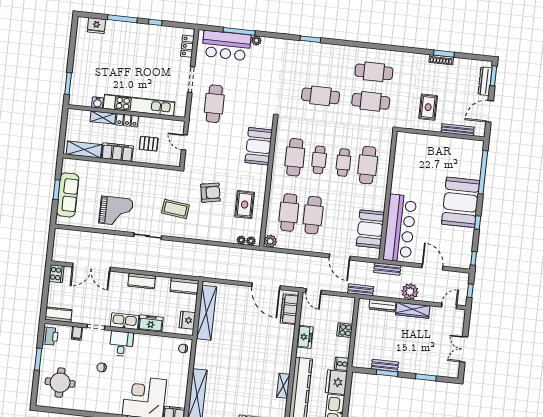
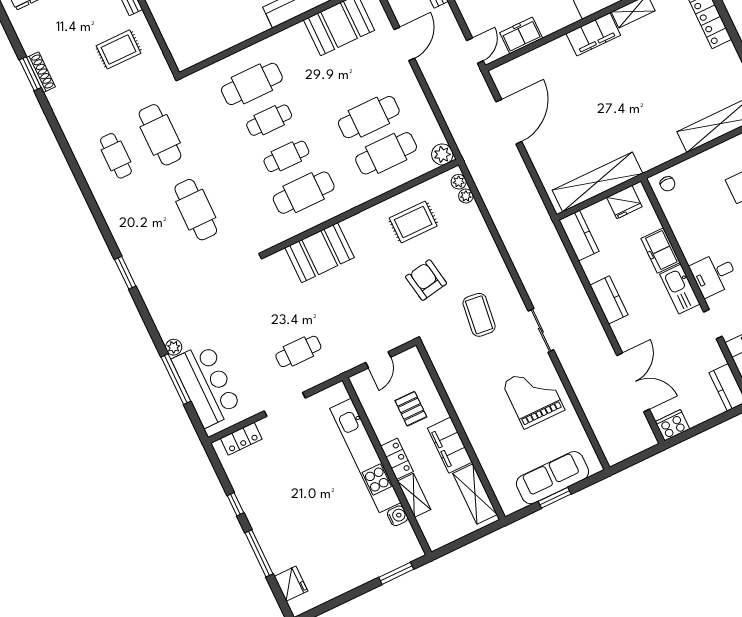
cafe table: (374, 72) -> (116, 156), width x0.73, depth x0.74
cafe table: (214, 104) -> (298, 351), width x0.73, depth x0.74
filing cabinet: (289, 309) -> (593, 34), moved
freezer: (305, 337) -> (521, 35), moved

